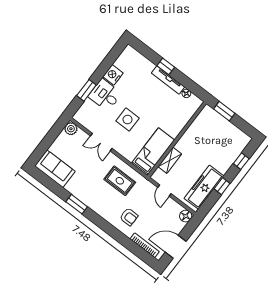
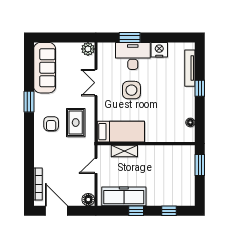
tv unit: (168, 80) -> (190, 68), moved
desk: (105, 95) -> (133, 56), width x1.37
sofa: (55, 169) -> (45, 68), width x1.36
armchair: (129, 217) -> (51, 124), moved

